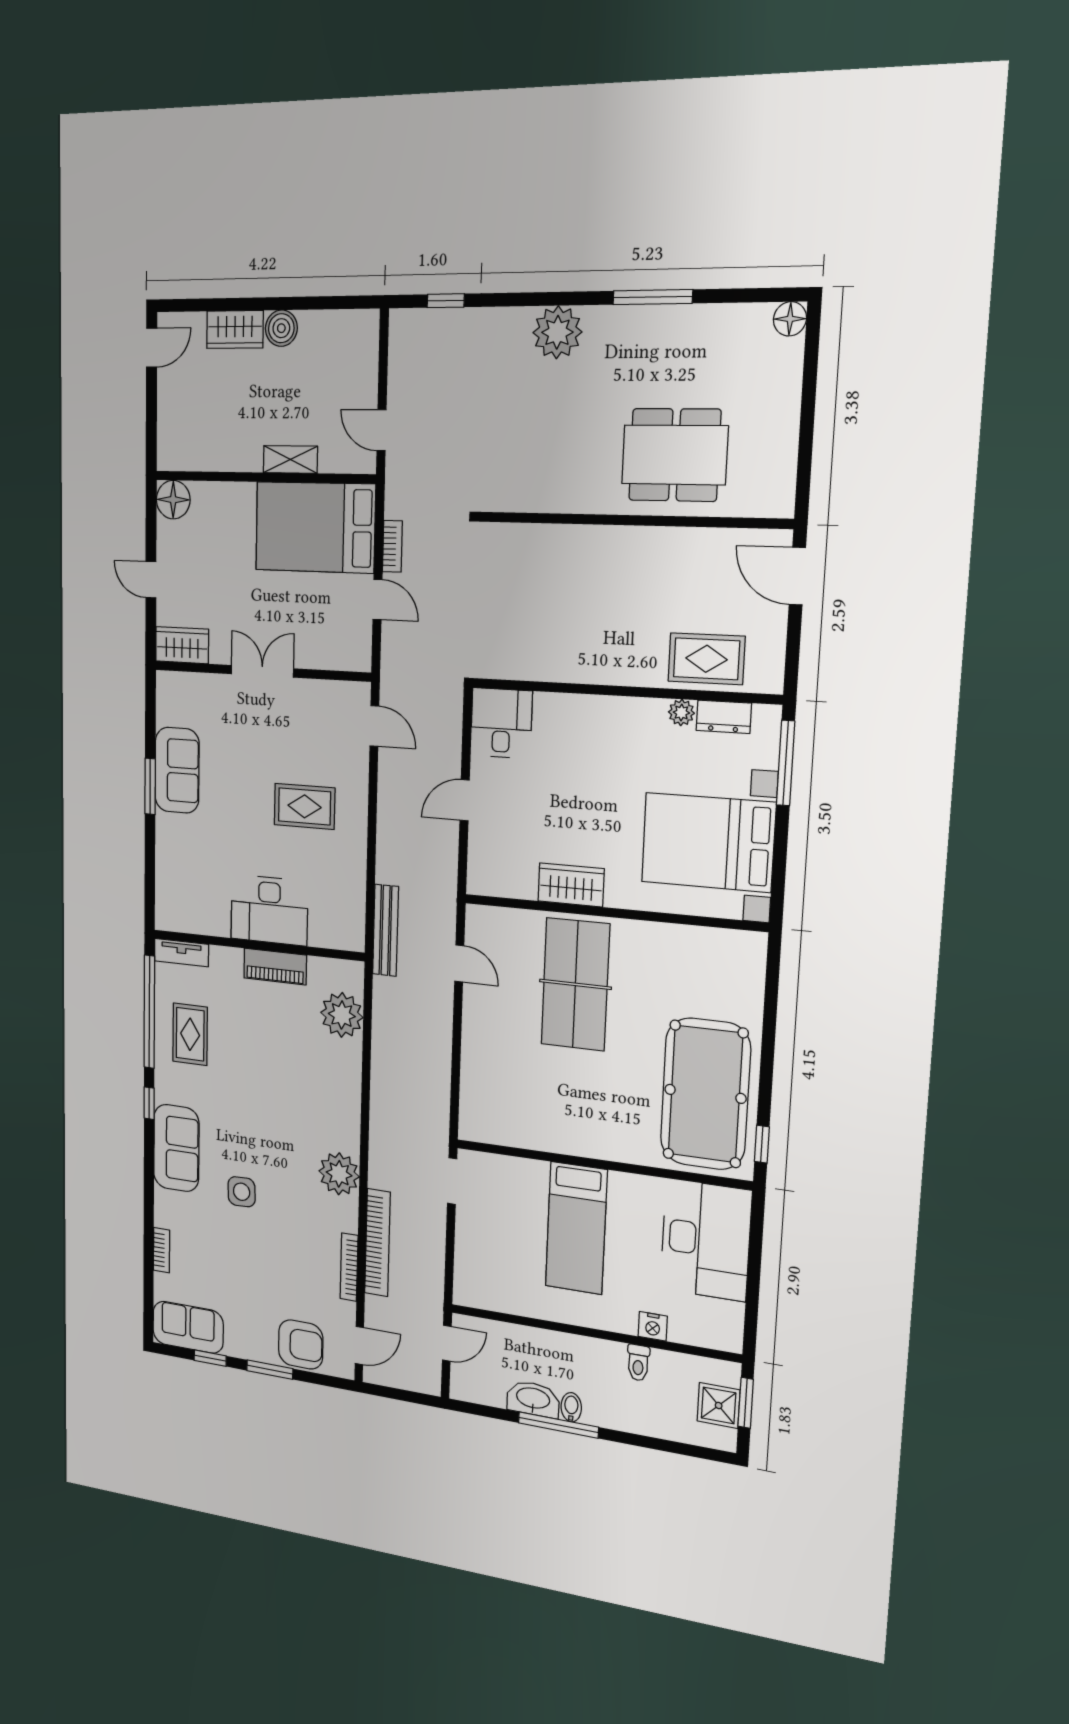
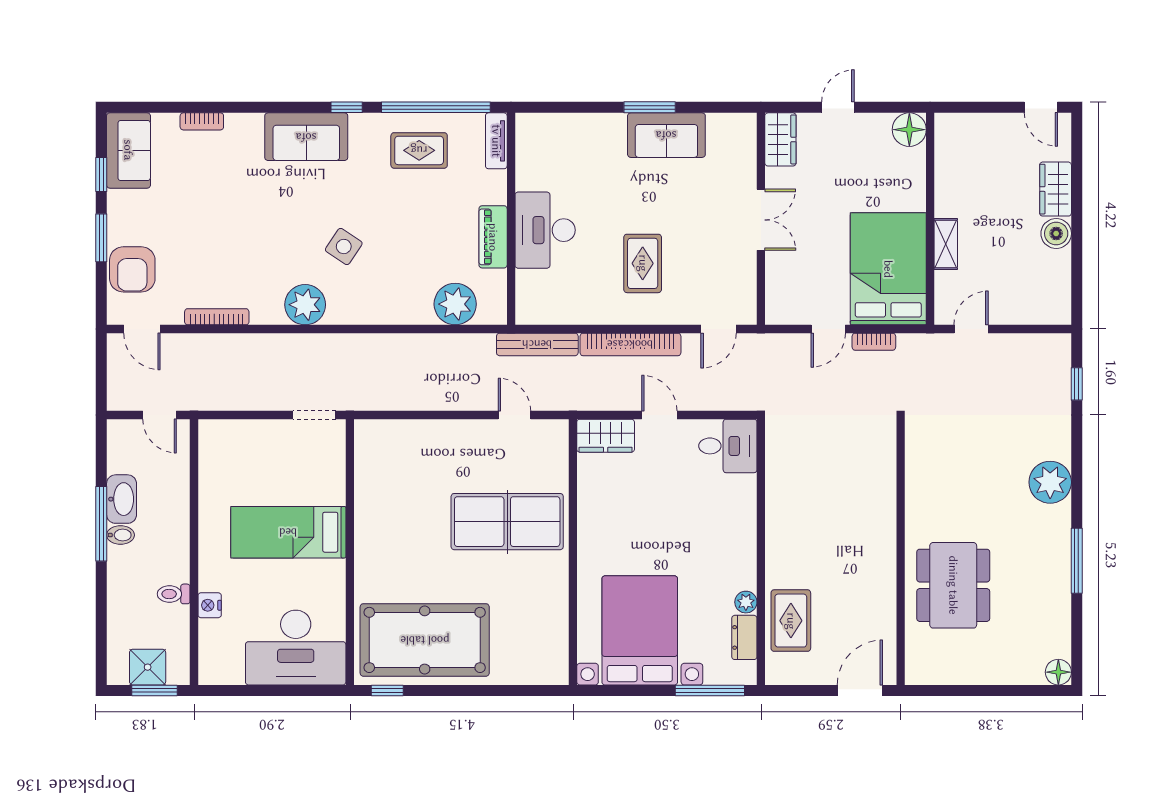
wardrobe: (571, 885) -> (606, 436), moved, turned 90
door: (459, 964) -> (514, 415), swing flipped
side table: (242, 1192) -> (344, 246), moved, turned 36
bookcase: (378, 1243) -> (630, 344), moved

